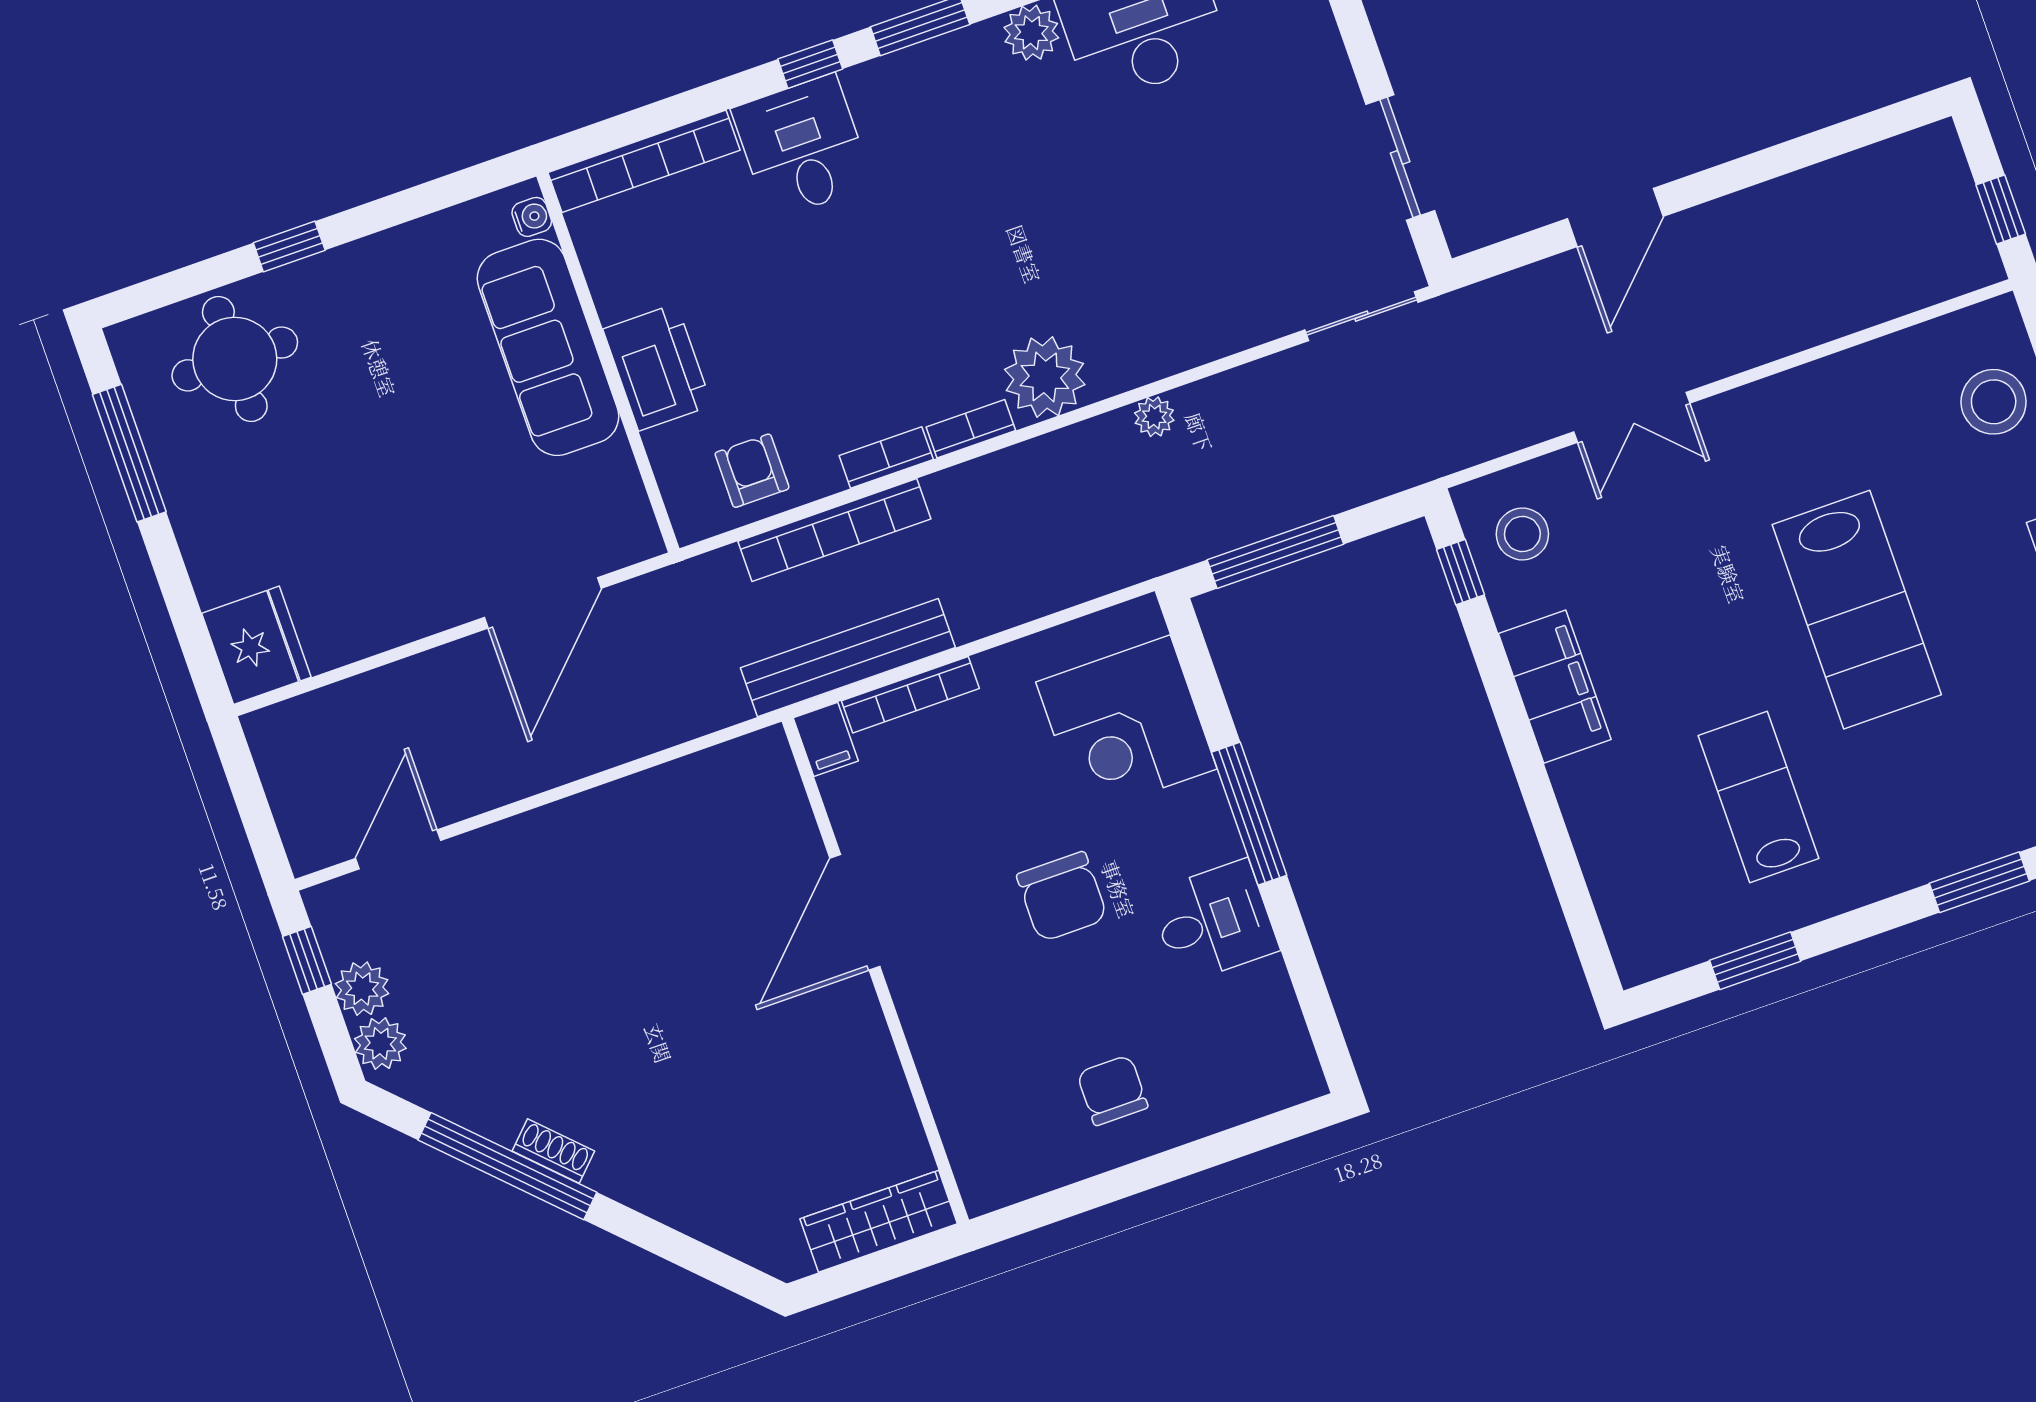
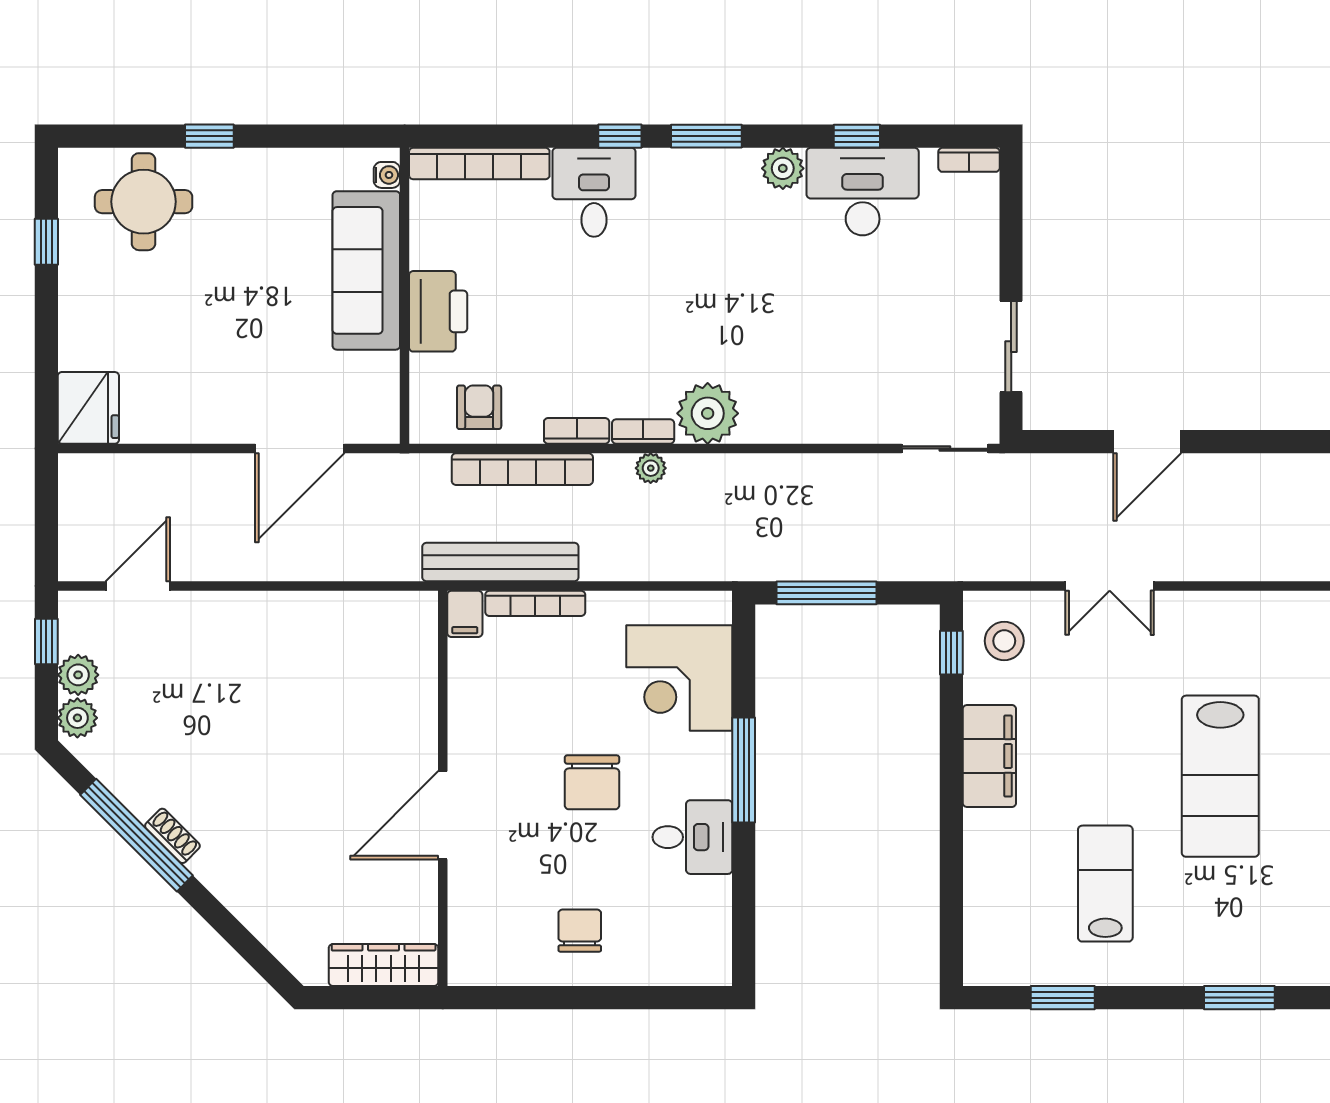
plant: (1154, 417) -> (651, 468), moved
window: (129, 453) -> (46, 242), width x0.46
door: (855, 912) -> (443, 815), moved

